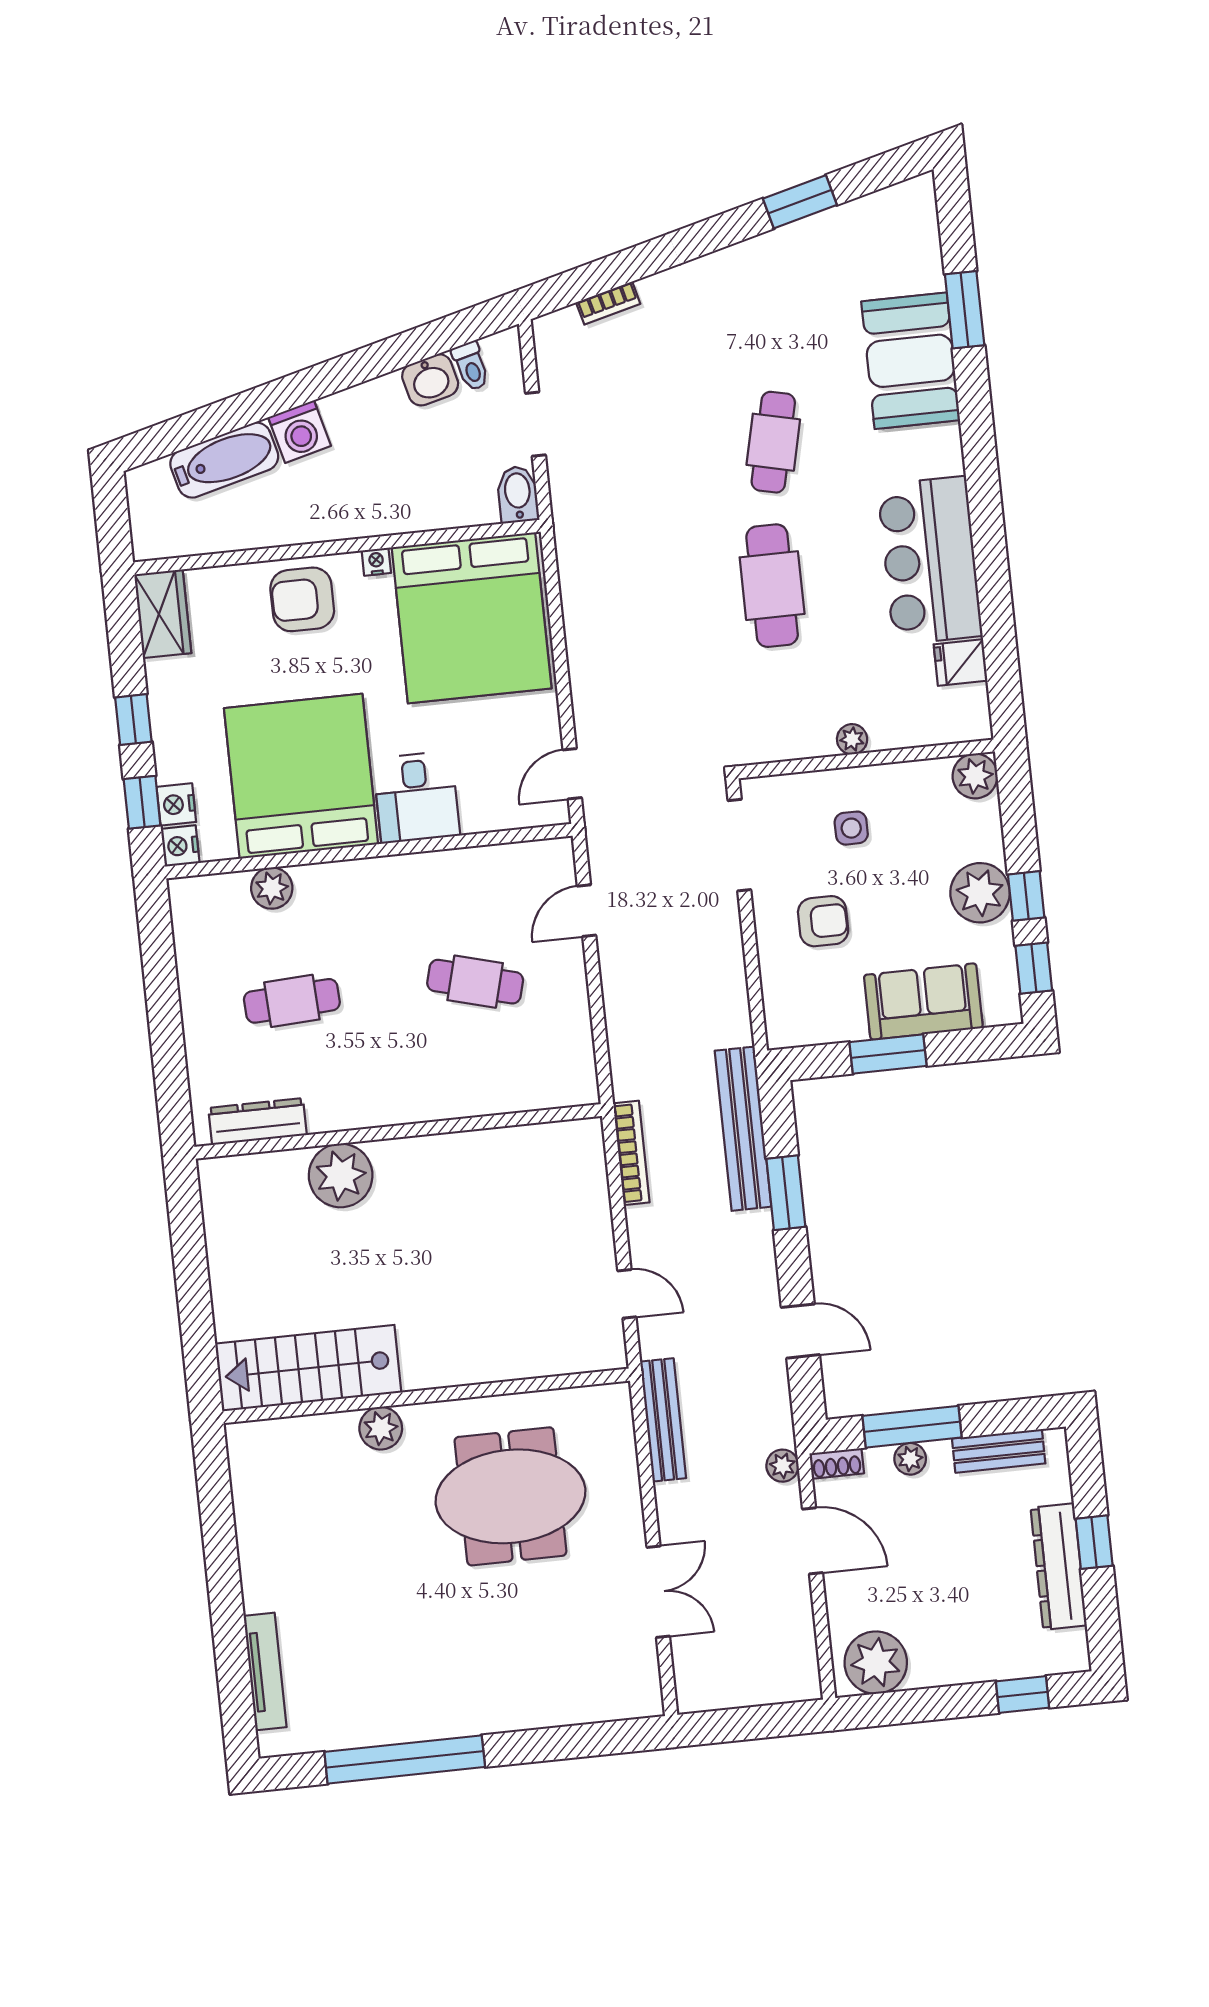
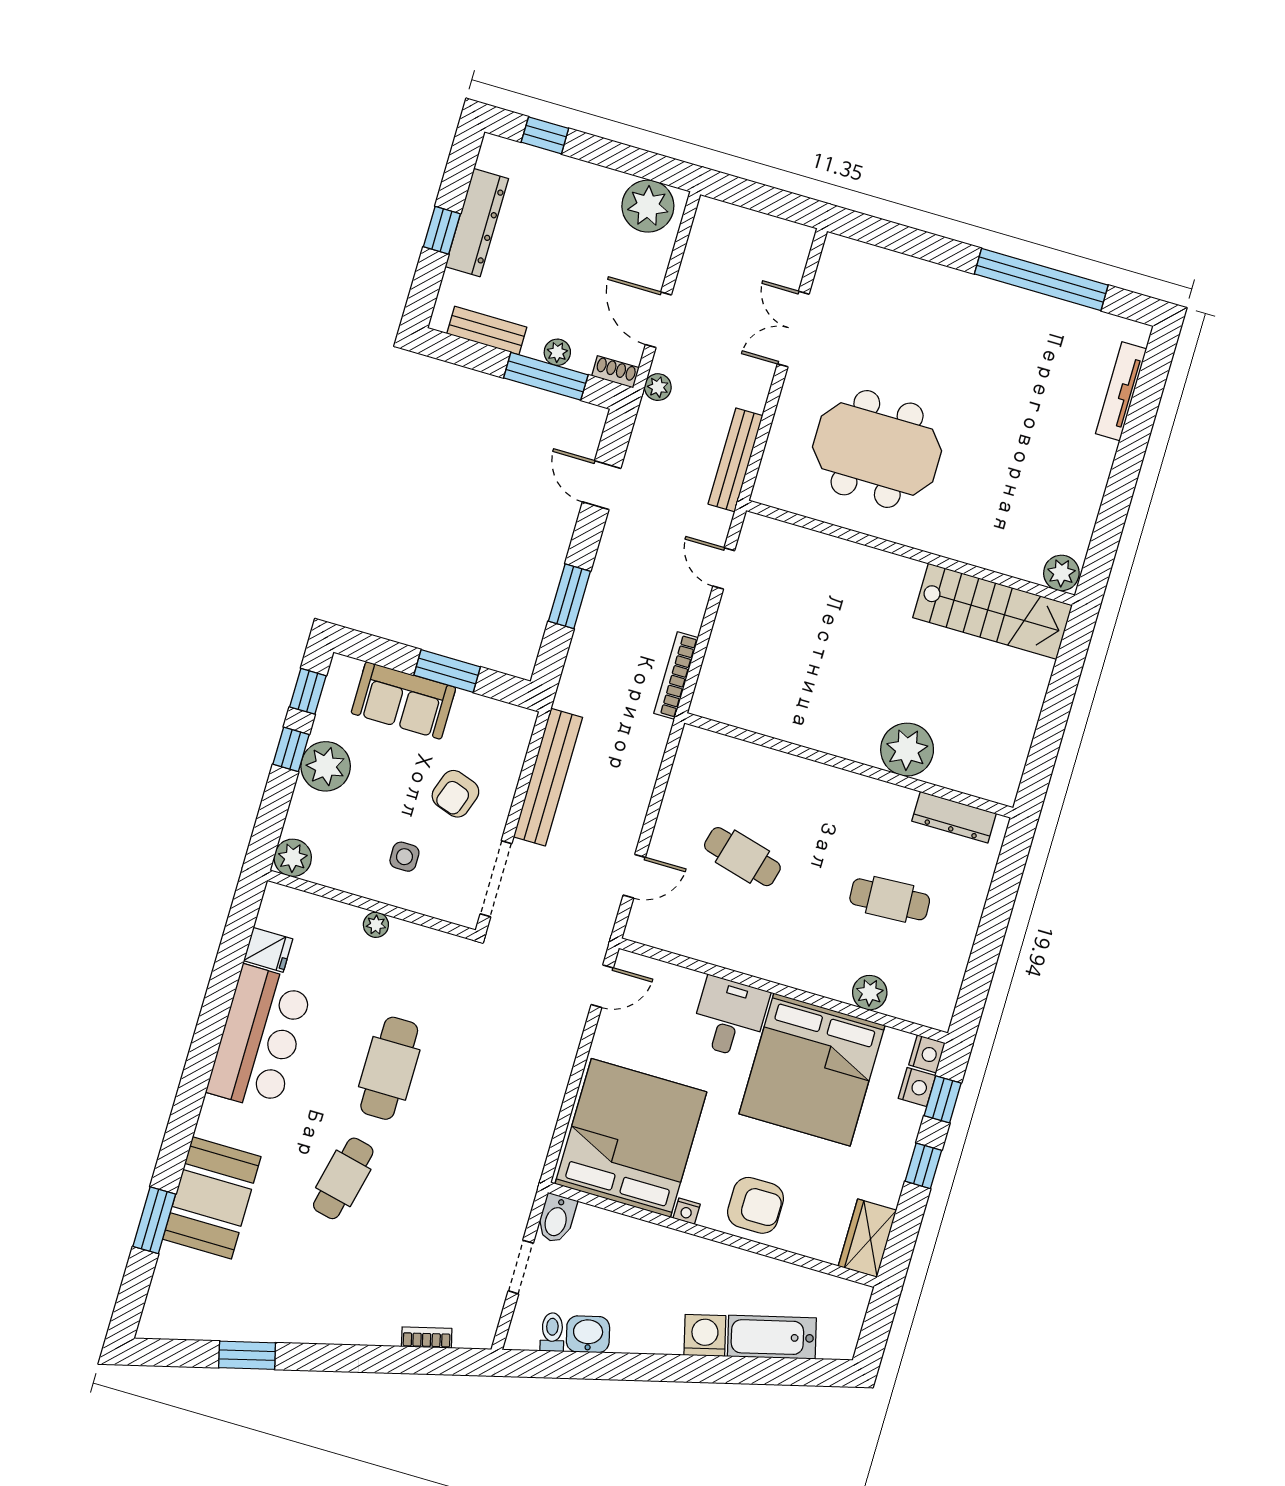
armchair: (823, 921) -> (455, 794), turned -71
bench: (743, 1129) -> (548, 777), moved
plant: (381, 1428) -> (1061, 573), moved

